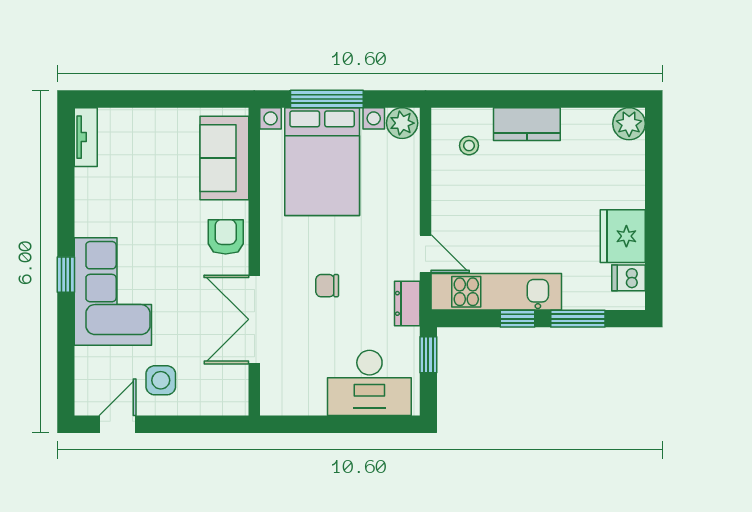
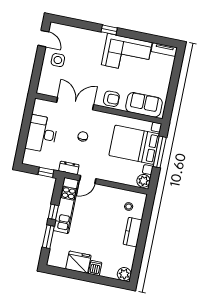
dishwasher: (629, 278) -> (95, 268), moved
corner sofa: (113, 292) -> (127, 54), moved
desk: (369, 383) -> (42, 134), moved

